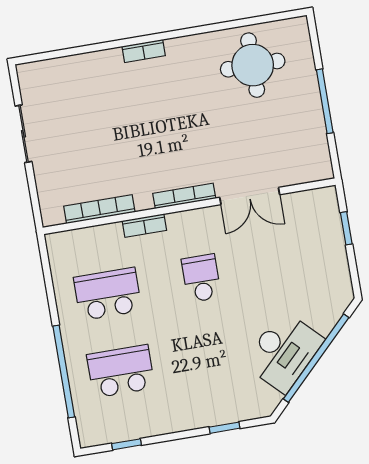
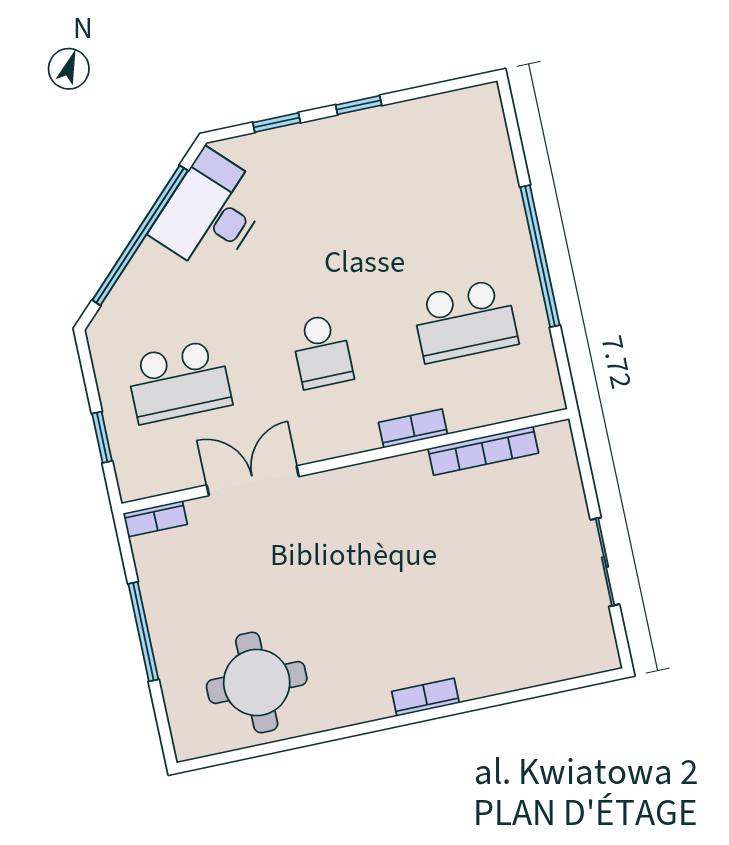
bookcase: (184, 196) -> (155, 519), moved, width x0.64
desk: (284, 352) -> (211, 212), moved
window: (64, 371) -> (540, 256), moved
school desk: (121, 371) -> (179, 382), moved
window: (126, 444) -> (359, 105), moved

